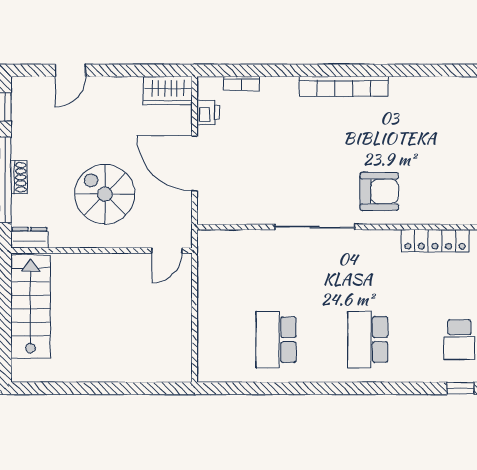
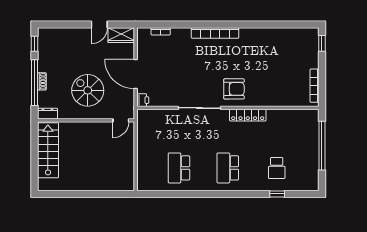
door: (70, 70) -> (99, 24), moved
printer: (208, 112) -> (143, 100), moved
locker: (435, 241) -> (248, 115), moved

